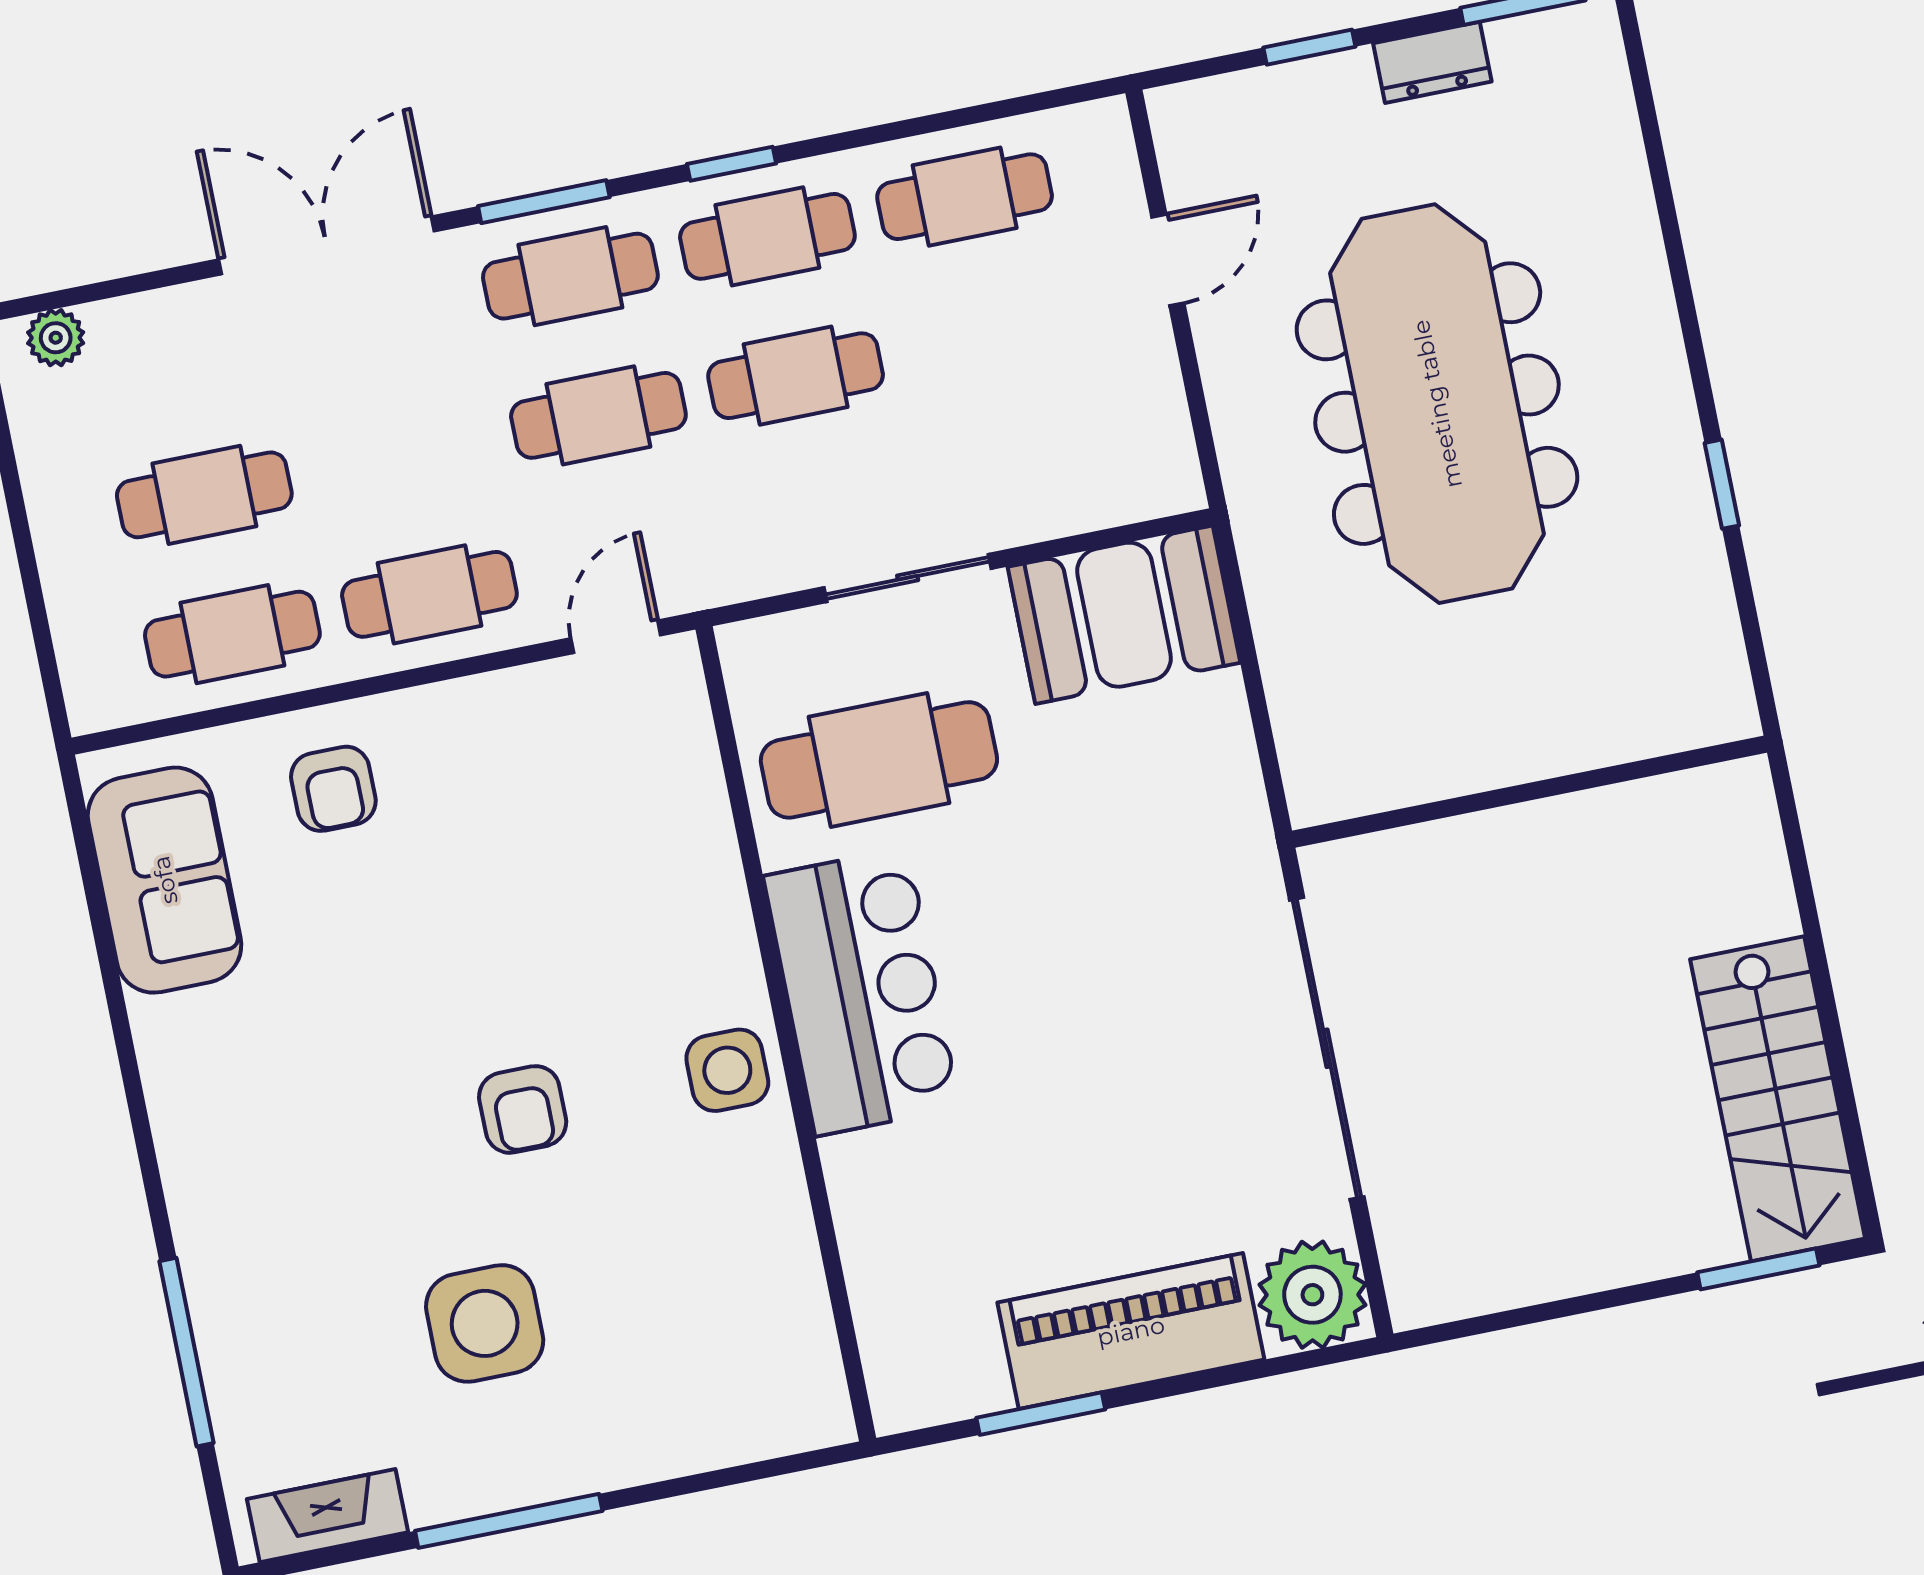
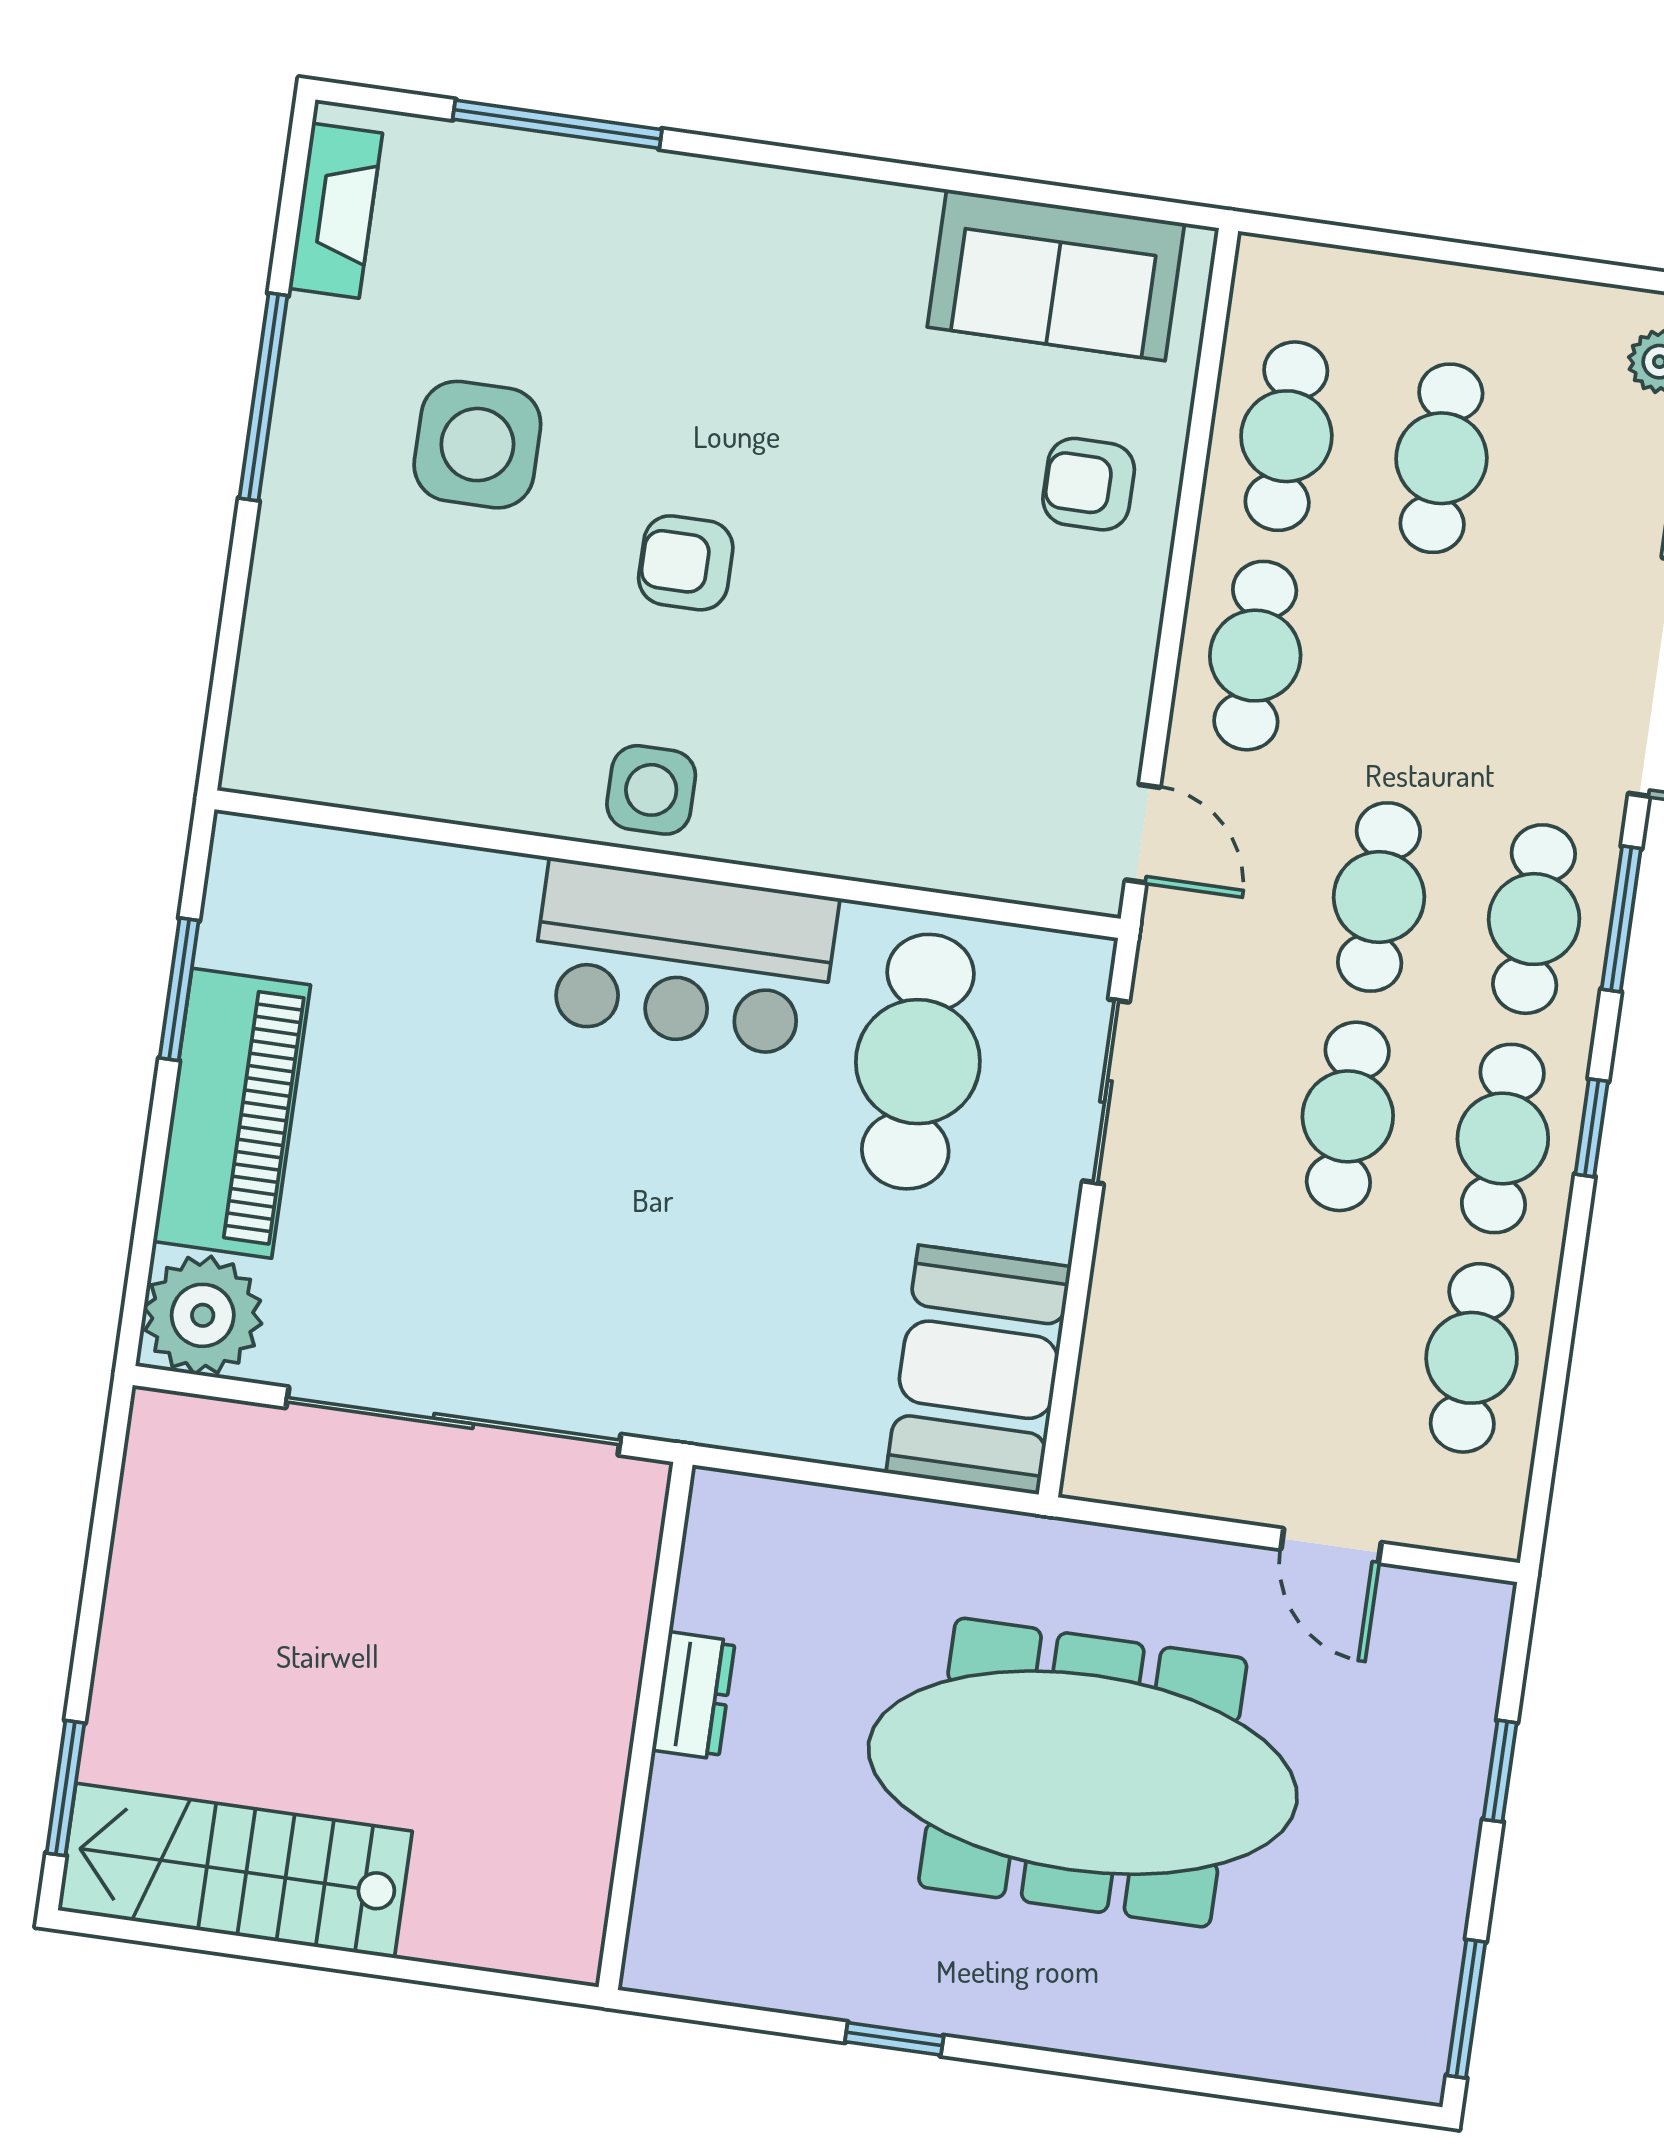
dresser: (1432, 62) -> (694, 1696), moved, turned 180
sliding door: (908, 578) -> (1106, 1091), moved

